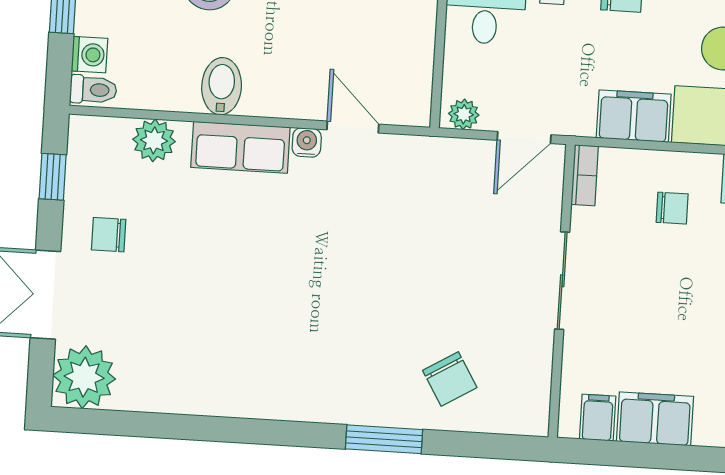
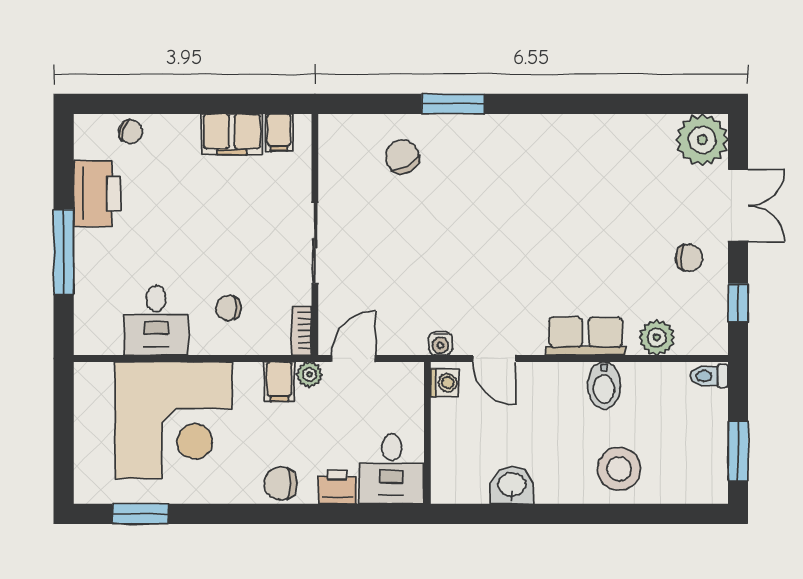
washing machine: (89, 55) -> (445, 383), moved, turned 180
plant: (464, 114) -> (310, 374), moved
filing cabinet: (634, 116) -> (279, 382), width x0.50
water cooler: (307, 142) -> (441, 343), moved

